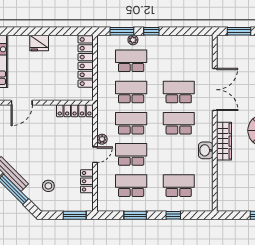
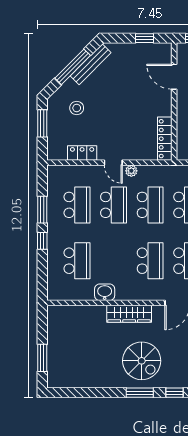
washbasin: (206, 150) -> (105, 292), moved
window: (75, 215) -> (42, 123), moved
window: (173, 215) -> (42, 241), moved

